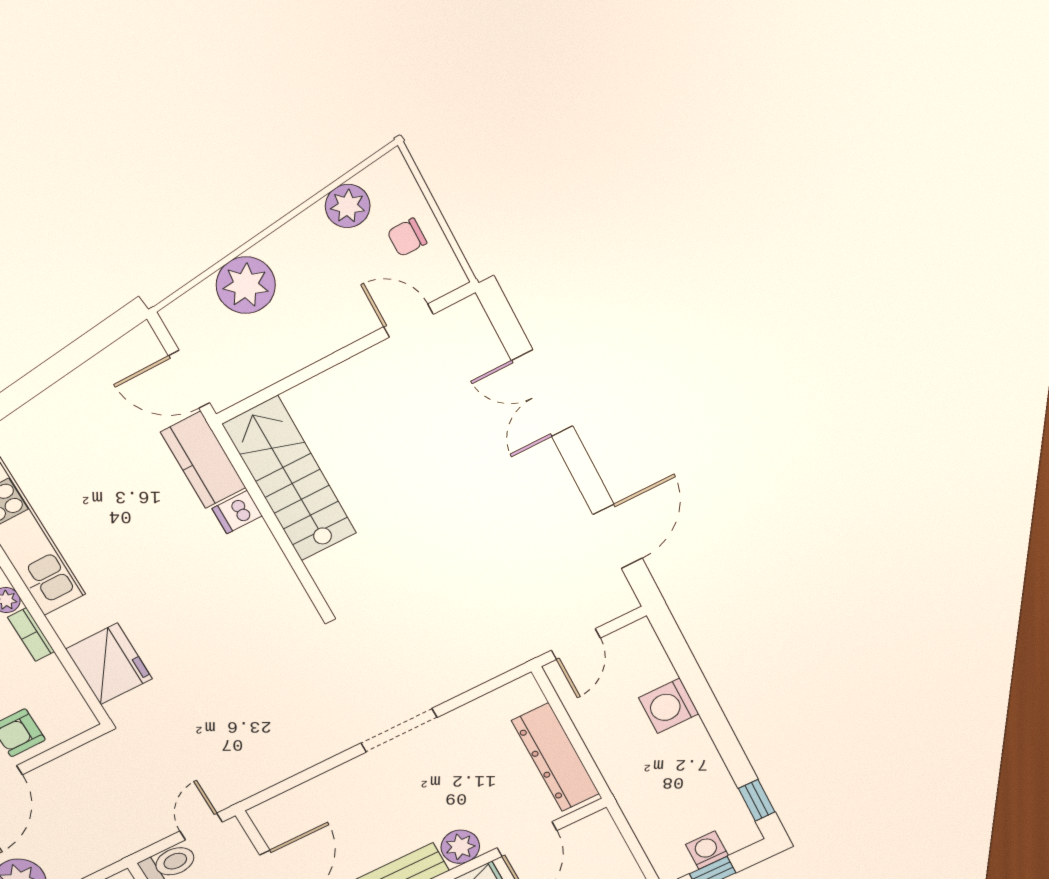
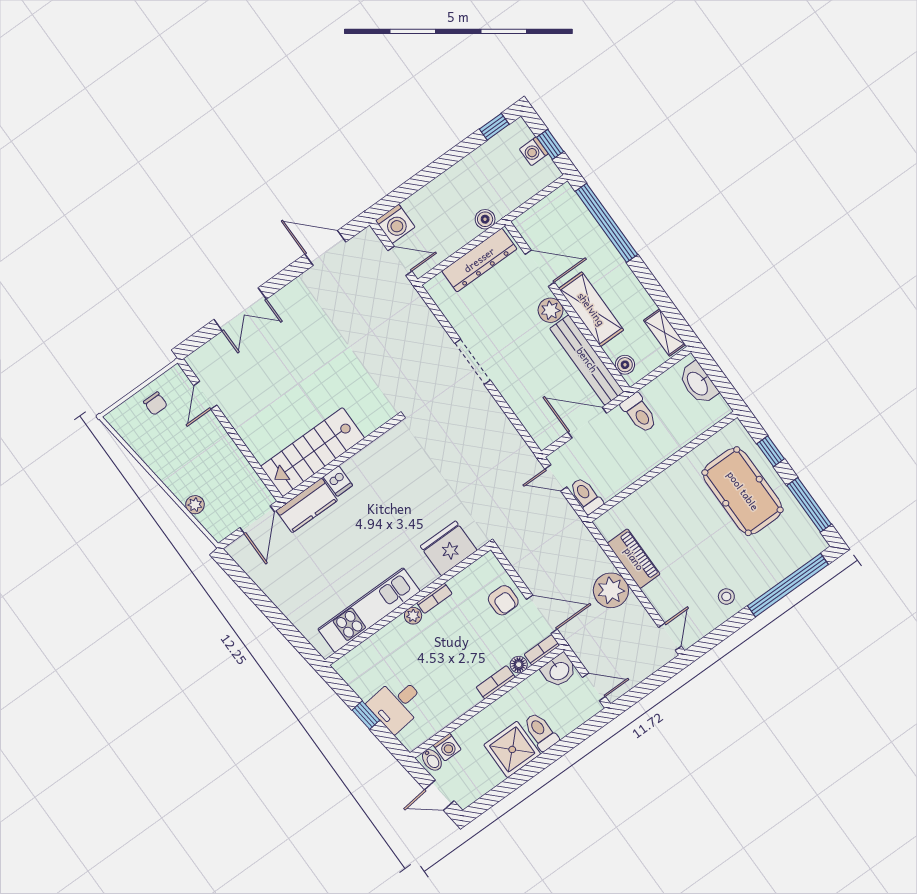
plant: (348, 206) -> (141, 440), removed
plant: (246, 285) -> (195, 505), width x0.53, depth x0.53
washing machine: (669, 706) -> (395, 224), moved
boiler: (617, 772) -> (485, 219), added

